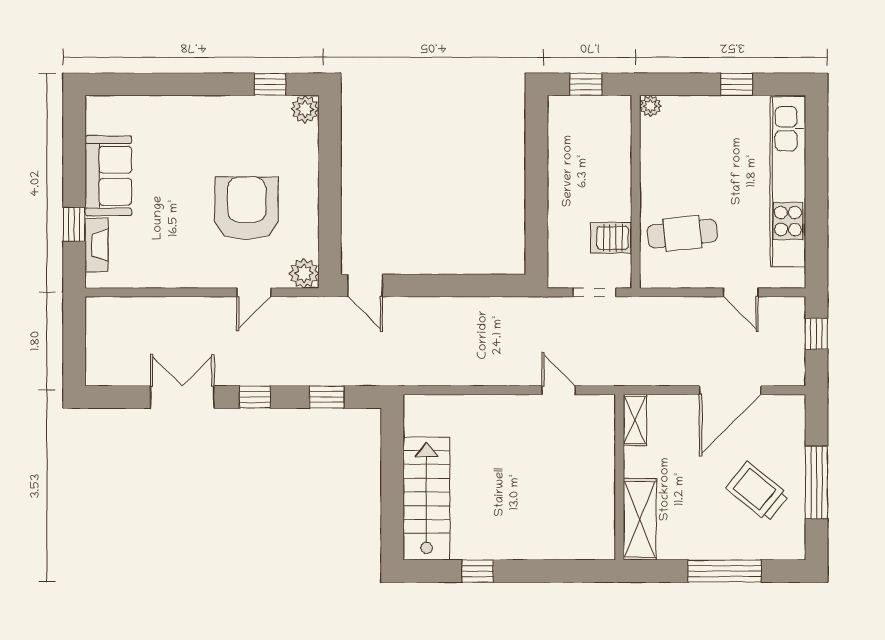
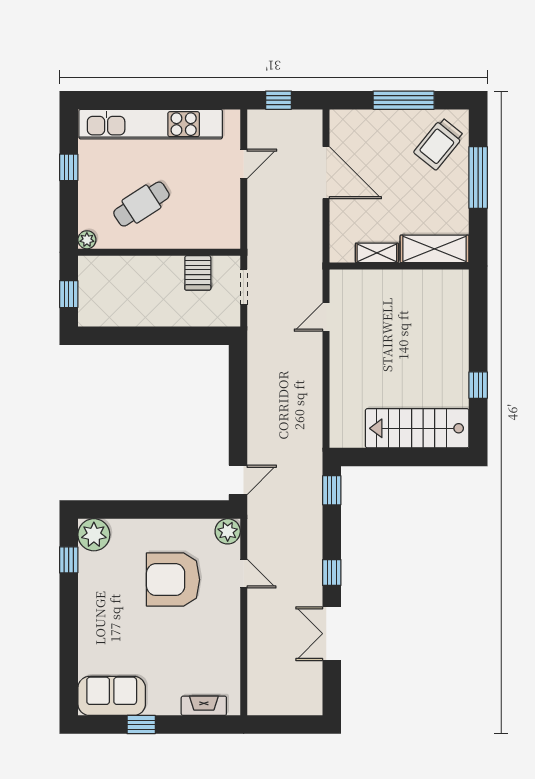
plant: (305, 109) -> (94, 535), width x1.36, depth x1.36
sofa: (108, 176) -> (112, 696), moved
window: (74, 224) -> (141, 725), moved
cafe table: (682, 233) -> (141, 204), moved, turned 63
window: (327, 397) -> (332, 490), moved
shelving: (635, 420) -> (377, 253), moved
trolley: (758, 492) -> (439, 144), moved

